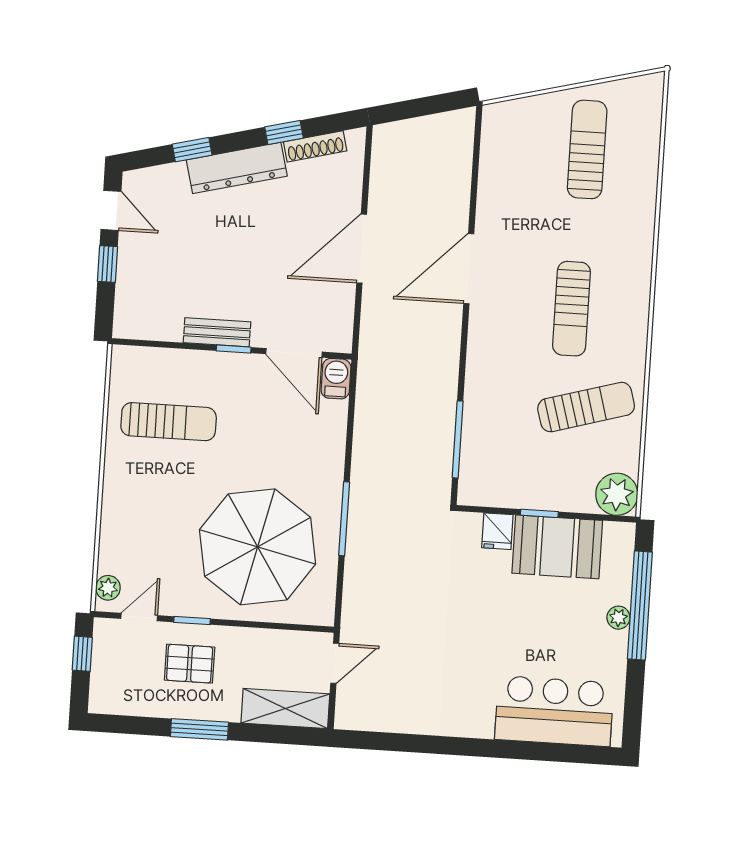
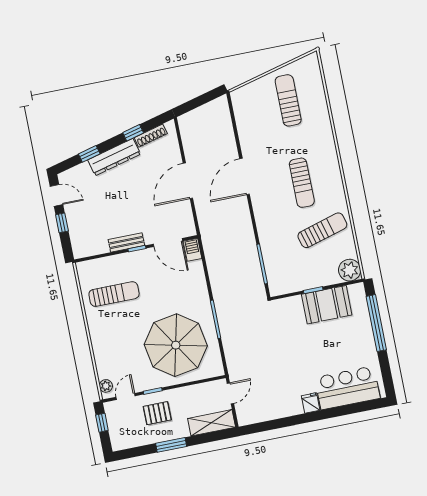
fridge: (497, 531) -> (311, 403), moved, turned 180
plant: (618, 618) -> (367, 332), removed

